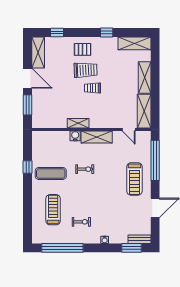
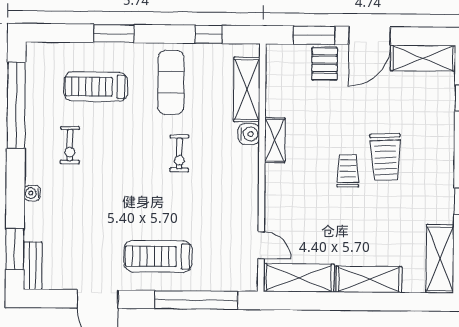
pallet: (83, 49) -> (325, 64), moved
door: (129, 129) -> (261, 245), swing flipped
shelving: (97, 137) -> (247, 89), moved
window: (27, 167) -> (209, 34), moved
window: (27, 201) -> (114, 34), added
treadmill: (53, 210) -> (96, 87), turned 180

